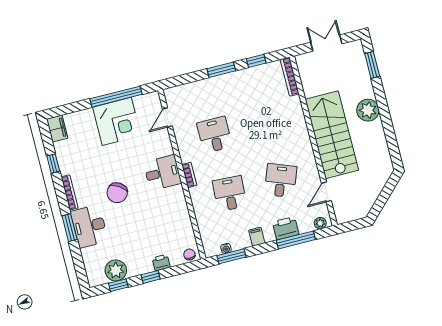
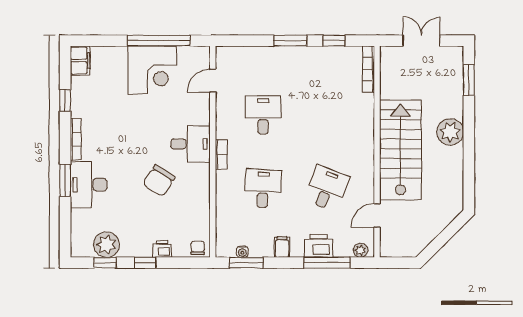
chair: (117, 193) -> (159, 181), moved

